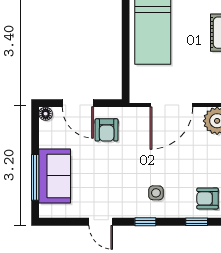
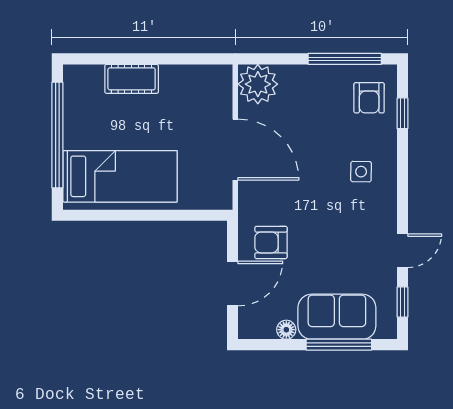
floor lamp: (46, 114) -> (286, 330), moved
armchair: (107, 130) -> (271, 242), turned 180
window: (145, 222) -> (402, 302), moved

